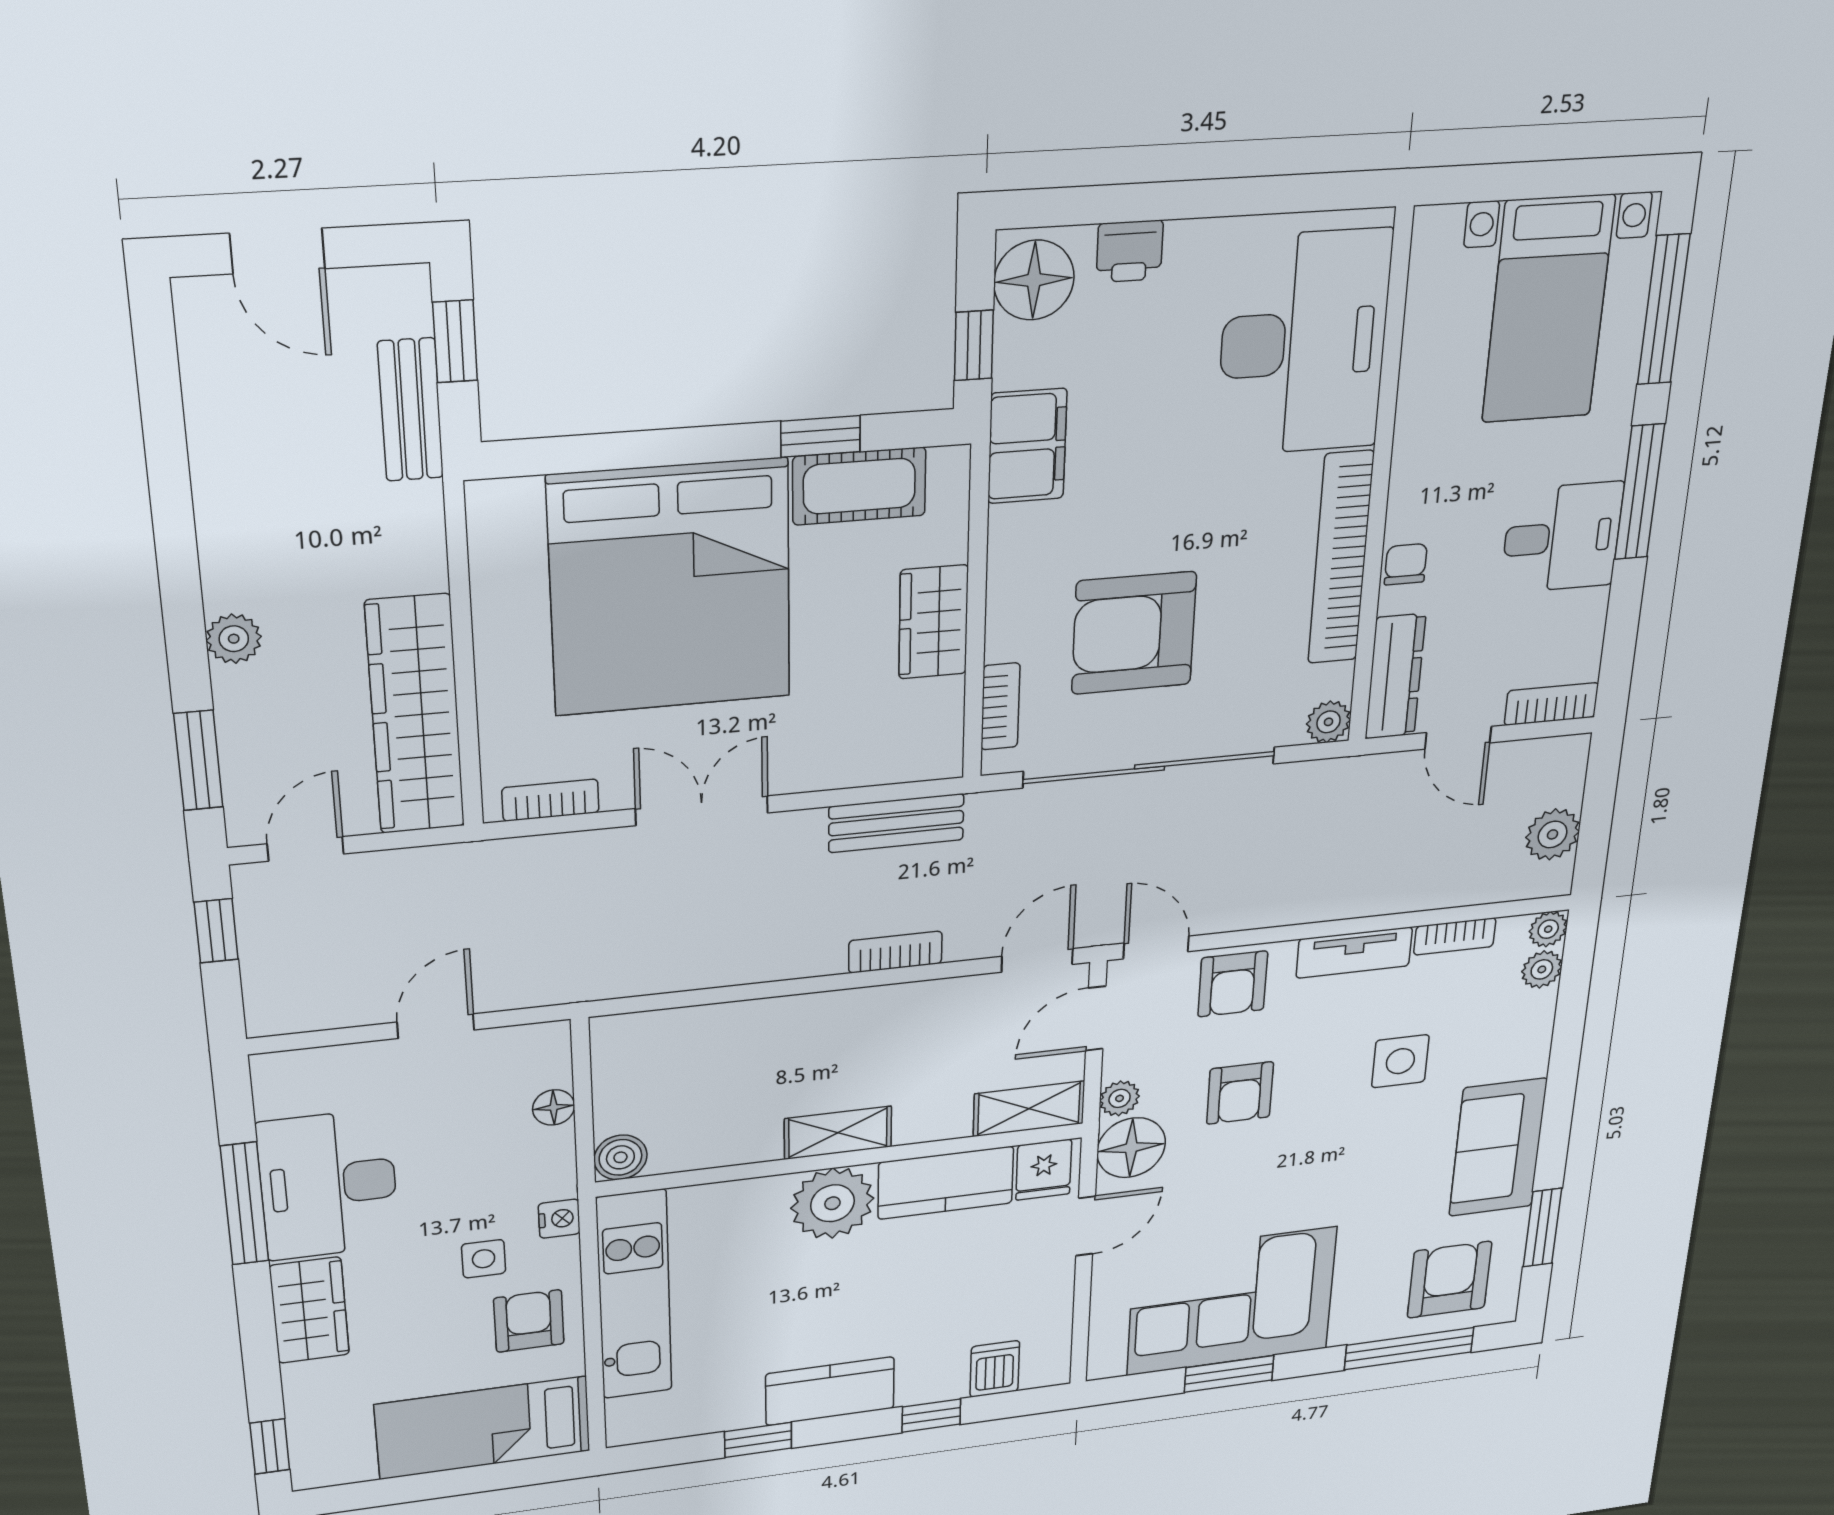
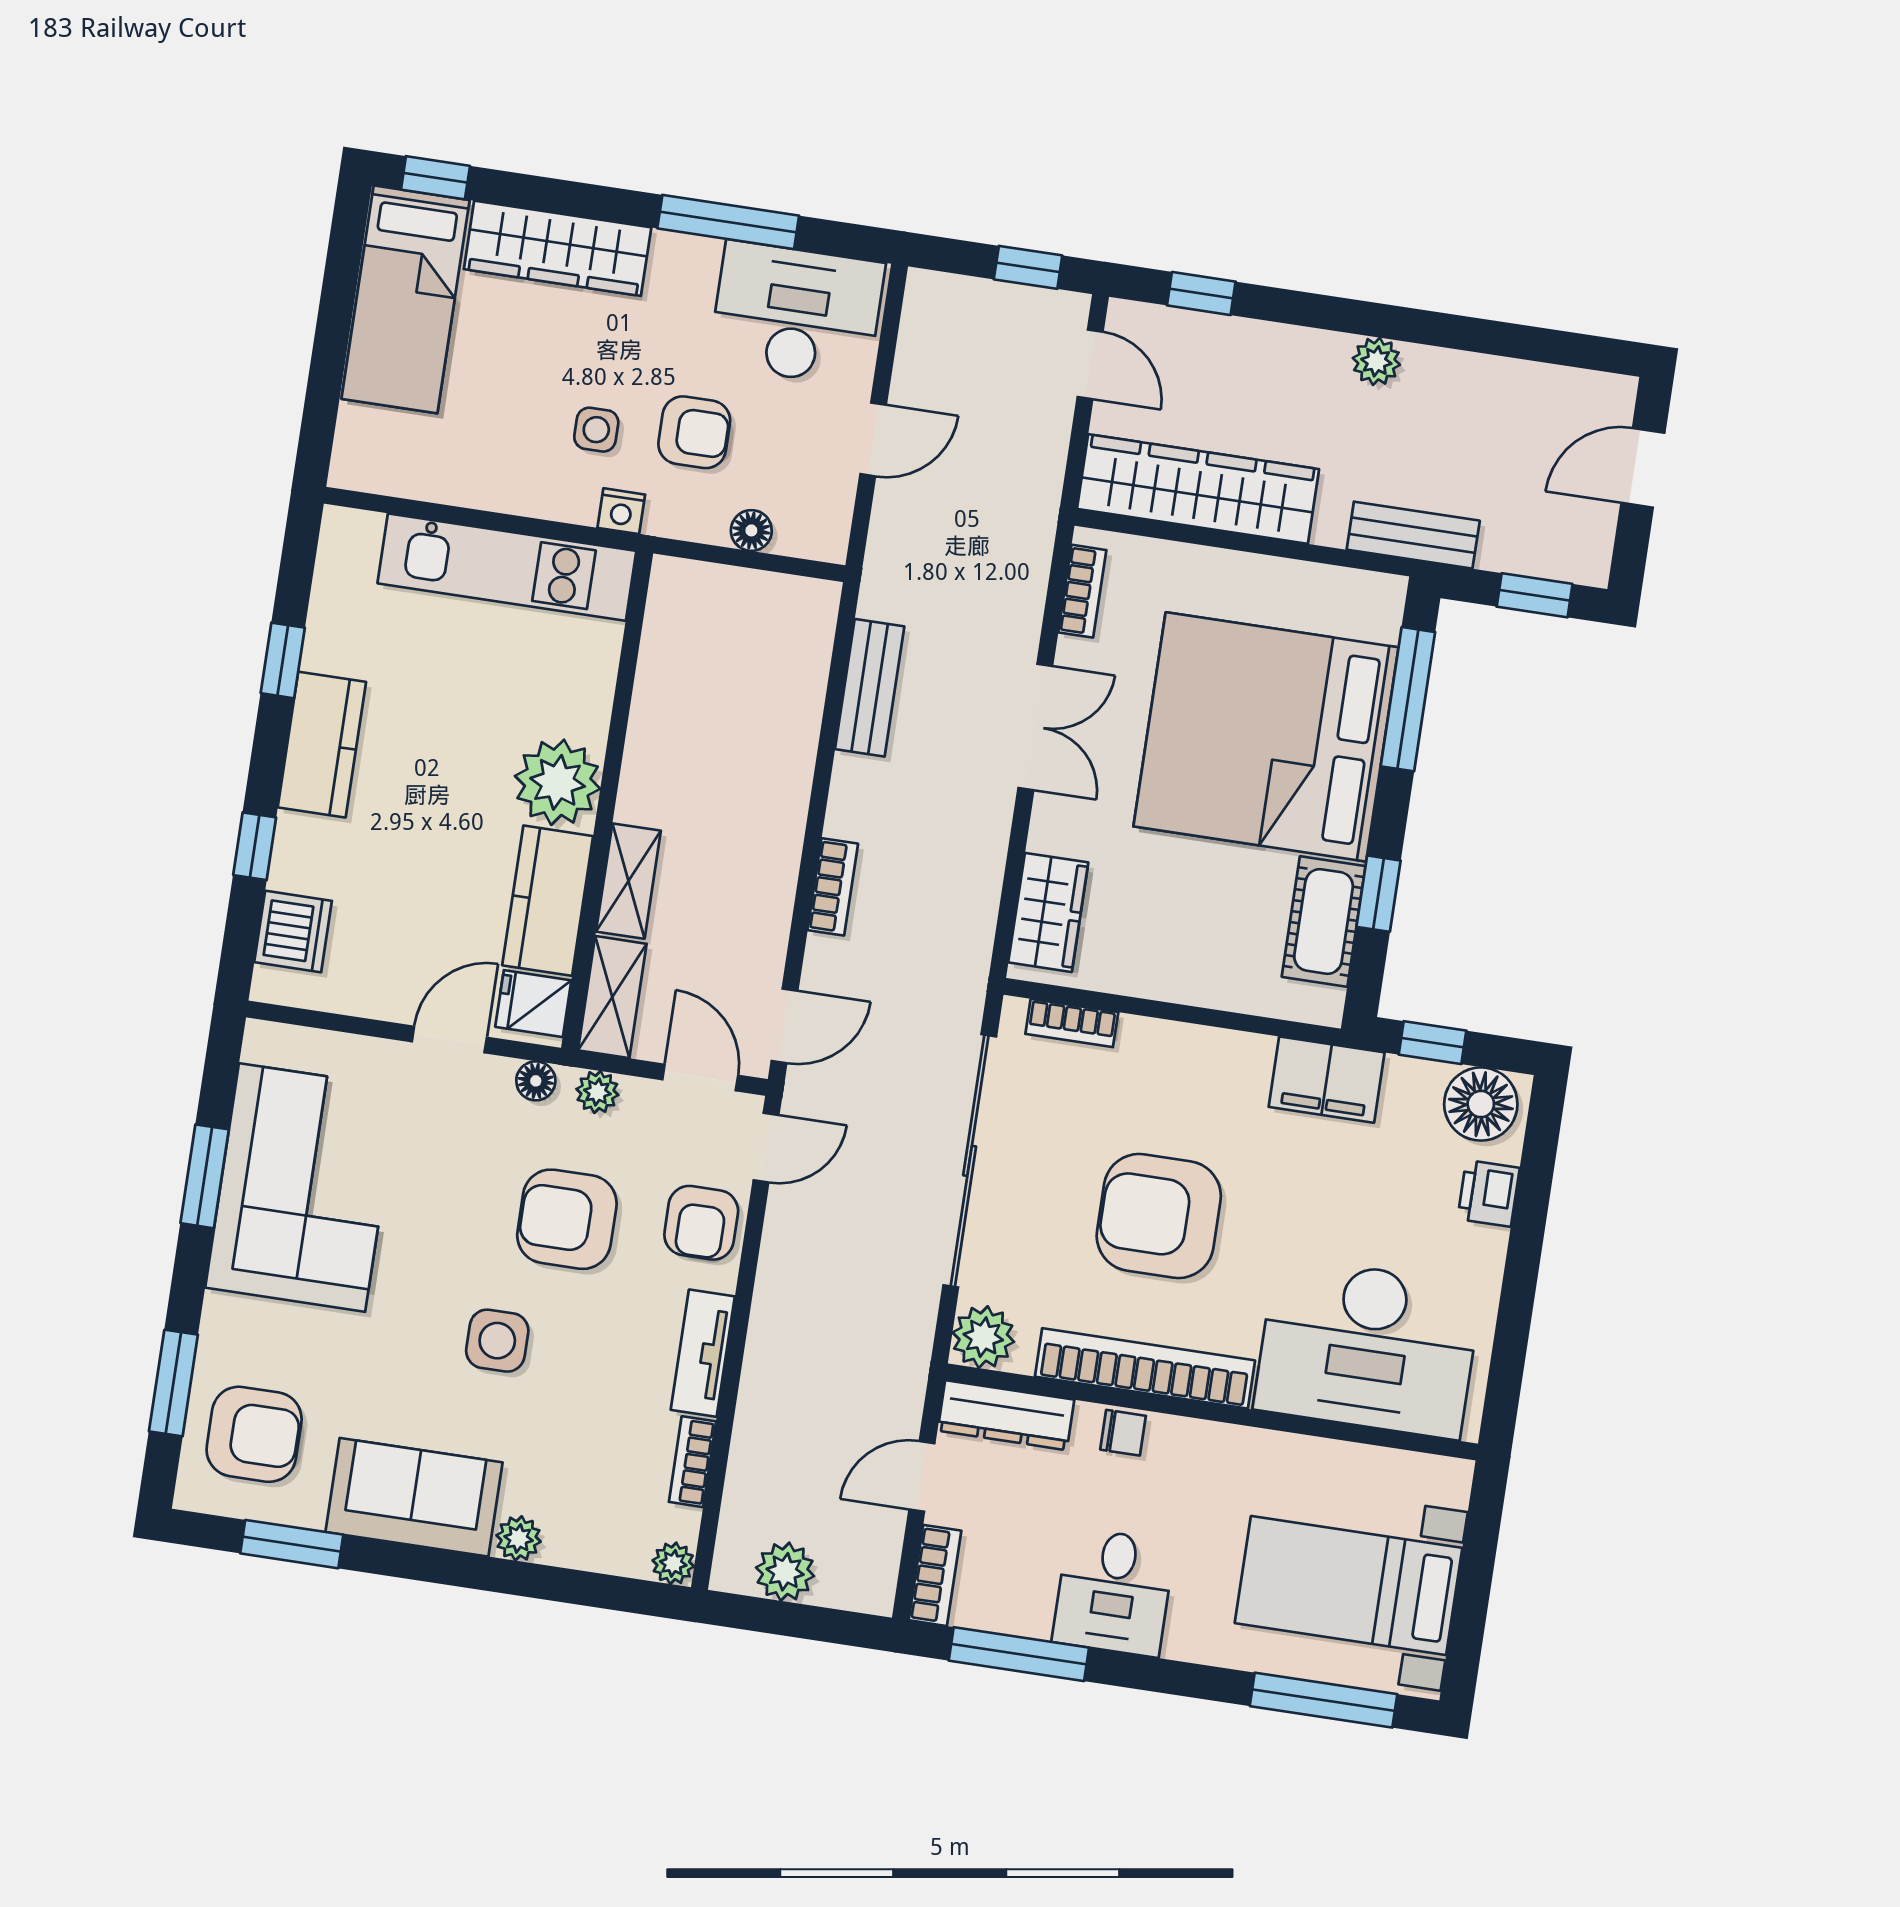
bench: (411, 410) -> (1413, 535), moved
window: (601, 452) -> (1408, 699), added
window: (1640, 492) -> (1019, 1654), moved
wardrobe: (933, 622) -> (1048, 912), moved, turned 90
armchair: (1134, 633) -> (1159, 1216), moved, turned -90
plant: (234, 639) -> (1376, 361), moved
plant: (1328, 722) -> (983, 1337), width x1.38, depth x1.38
window: (198, 760) -> (1201, 294), width x0.67
bench: (896, 823) -> (870, 688), moved
door: (1037, 960) -> (784, 1026), hinge flipped
plant: (1542, 969) -> (519, 1538), moved
armchair: (1233, 984) -> (701, 1223), turned -90
door: (436, 1026) -> (873, 439), hinge flipped
side table: (1400, 1061) -> (497, 1341), moved
armchair: (1240, 1093) -> (567, 1219), width x1.38, depth x1.38
shelving: (838, 1133) -> (628, 881), moved
floor lamp: (1131, 1148) -> (536, 1081), width x0.53, depth x0.53
boiler: (620, 1157) -> (675, 583), removed
desk: (328, 1185) -> (797, 314), moved
door: (1086, 1226) -> (449, 1040), swing flipped
wardrobe: (309, 1310) -> (558, 248), width x1.50
armchair: (529, 1321) -> (694, 432), moved
window: (1409, 1349) -> (173, 1383), width x0.69
dishwasher: (995, 1369) -> (293, 931), width x1.38
bed: (483, 1428) -> (406, 299), moved, turned 180

